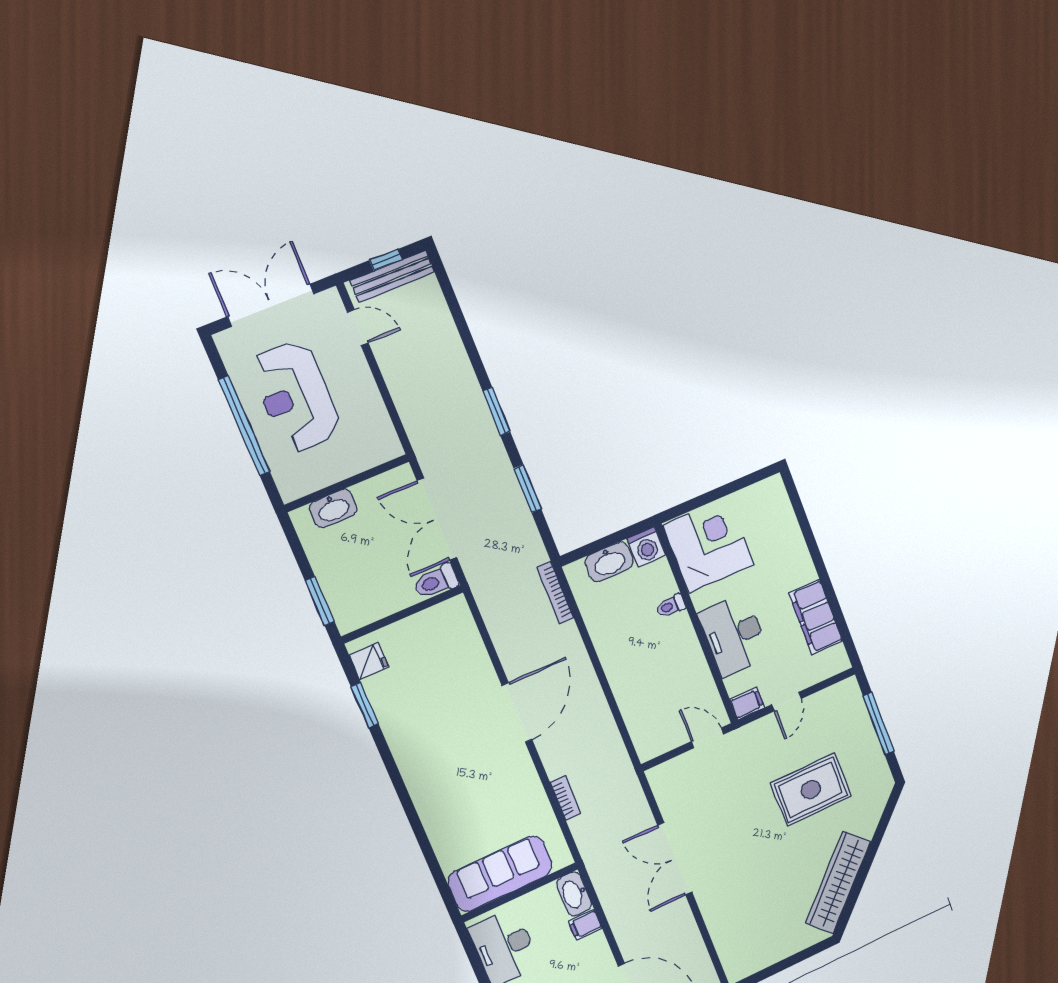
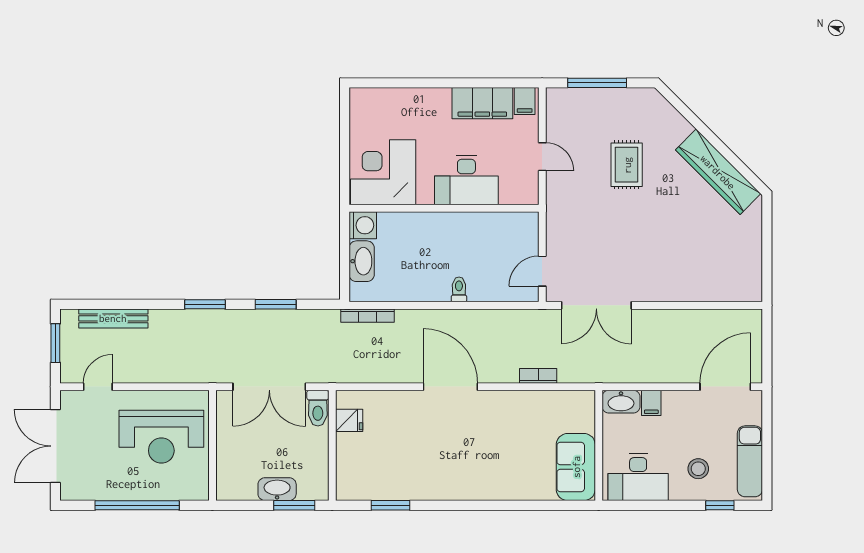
window: (386, 260) -> (55, 343), width x1.50
bench: (392, 276) -> (113, 318), moved, turned 90
reception desk: (296, 396) -> (161, 437), moved
washbasin: (333, 508) -> (277, 489), moved, turned -90
toilet: (671, 606) -> (459, 289), moved, turned 180
fridge: (369, 661) -> (349, 420), moved, turned 90
filing cabinet: (747, 703) -> (525, 101), moved, turned 180
door: (708, 738) -> (542, 271), moved
rug: (811, 790) -> (627, 165), width x0.73, depth x0.70
double door: (675, 859) -> (596, 305), moved
sofa: (500, 874) -> (576, 467), width x0.73

